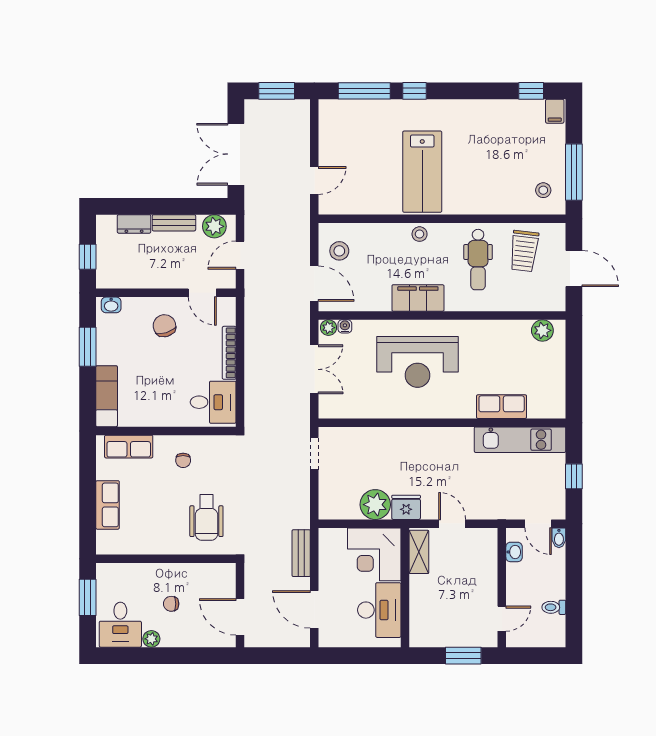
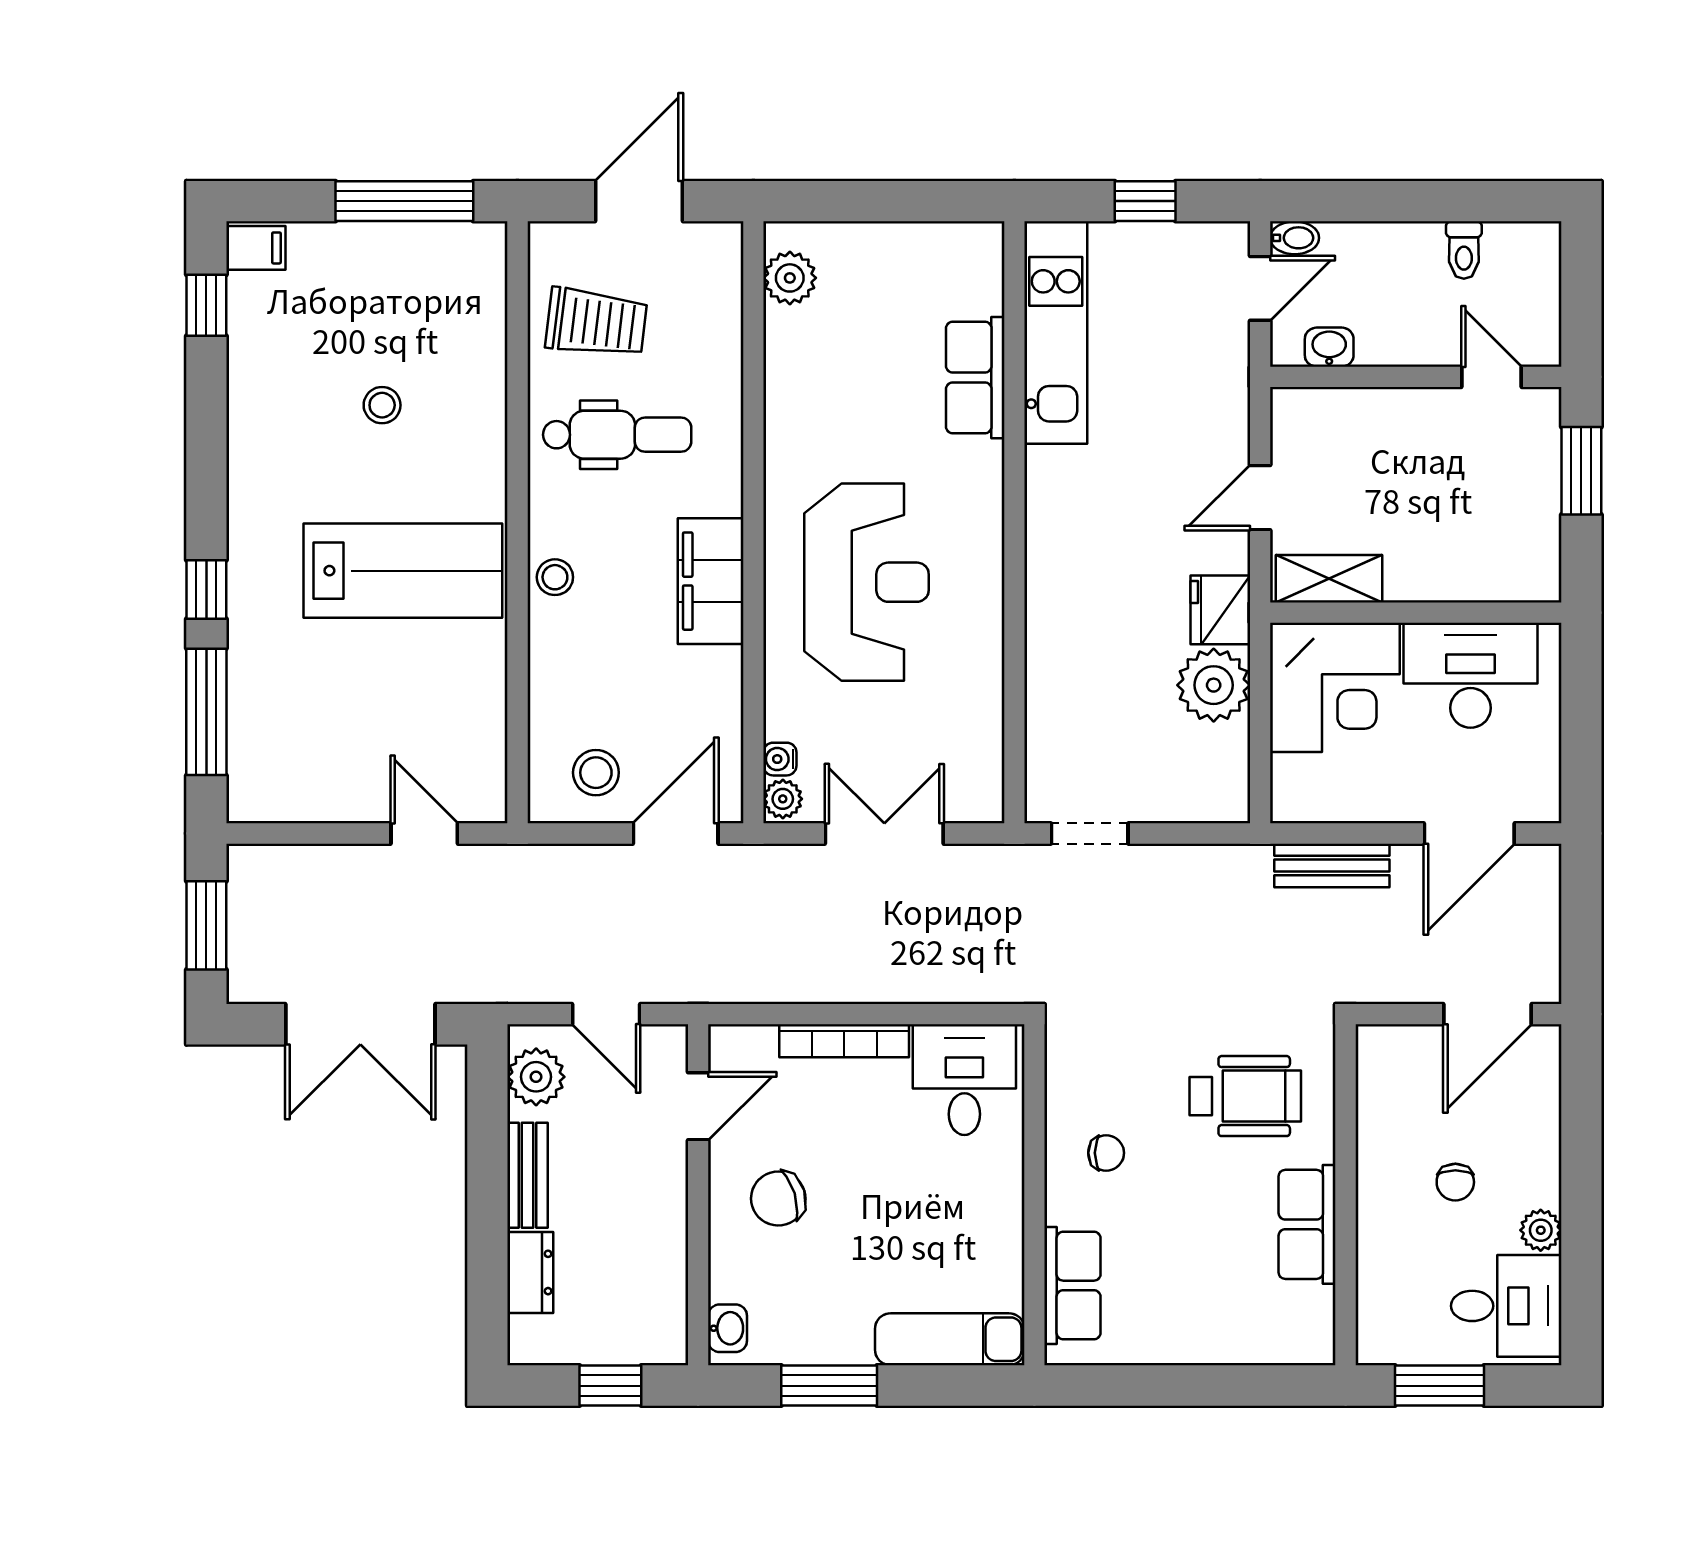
stool: (543, 190) -> (382, 405), moved
row of seats: (108, 505) -> (1307, 1224), moved, turned -90

